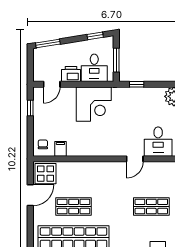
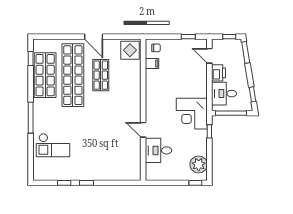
window: (116, 60) -> (231, 113), width x1.44
window: (30, 62) -> (229, 37), added
corner desk: (94, 104) -> (192, 114), moved
door: (30, 195) -> (94, 37), moved
shop shelf: (151, 206) -> (101, 144), removed

